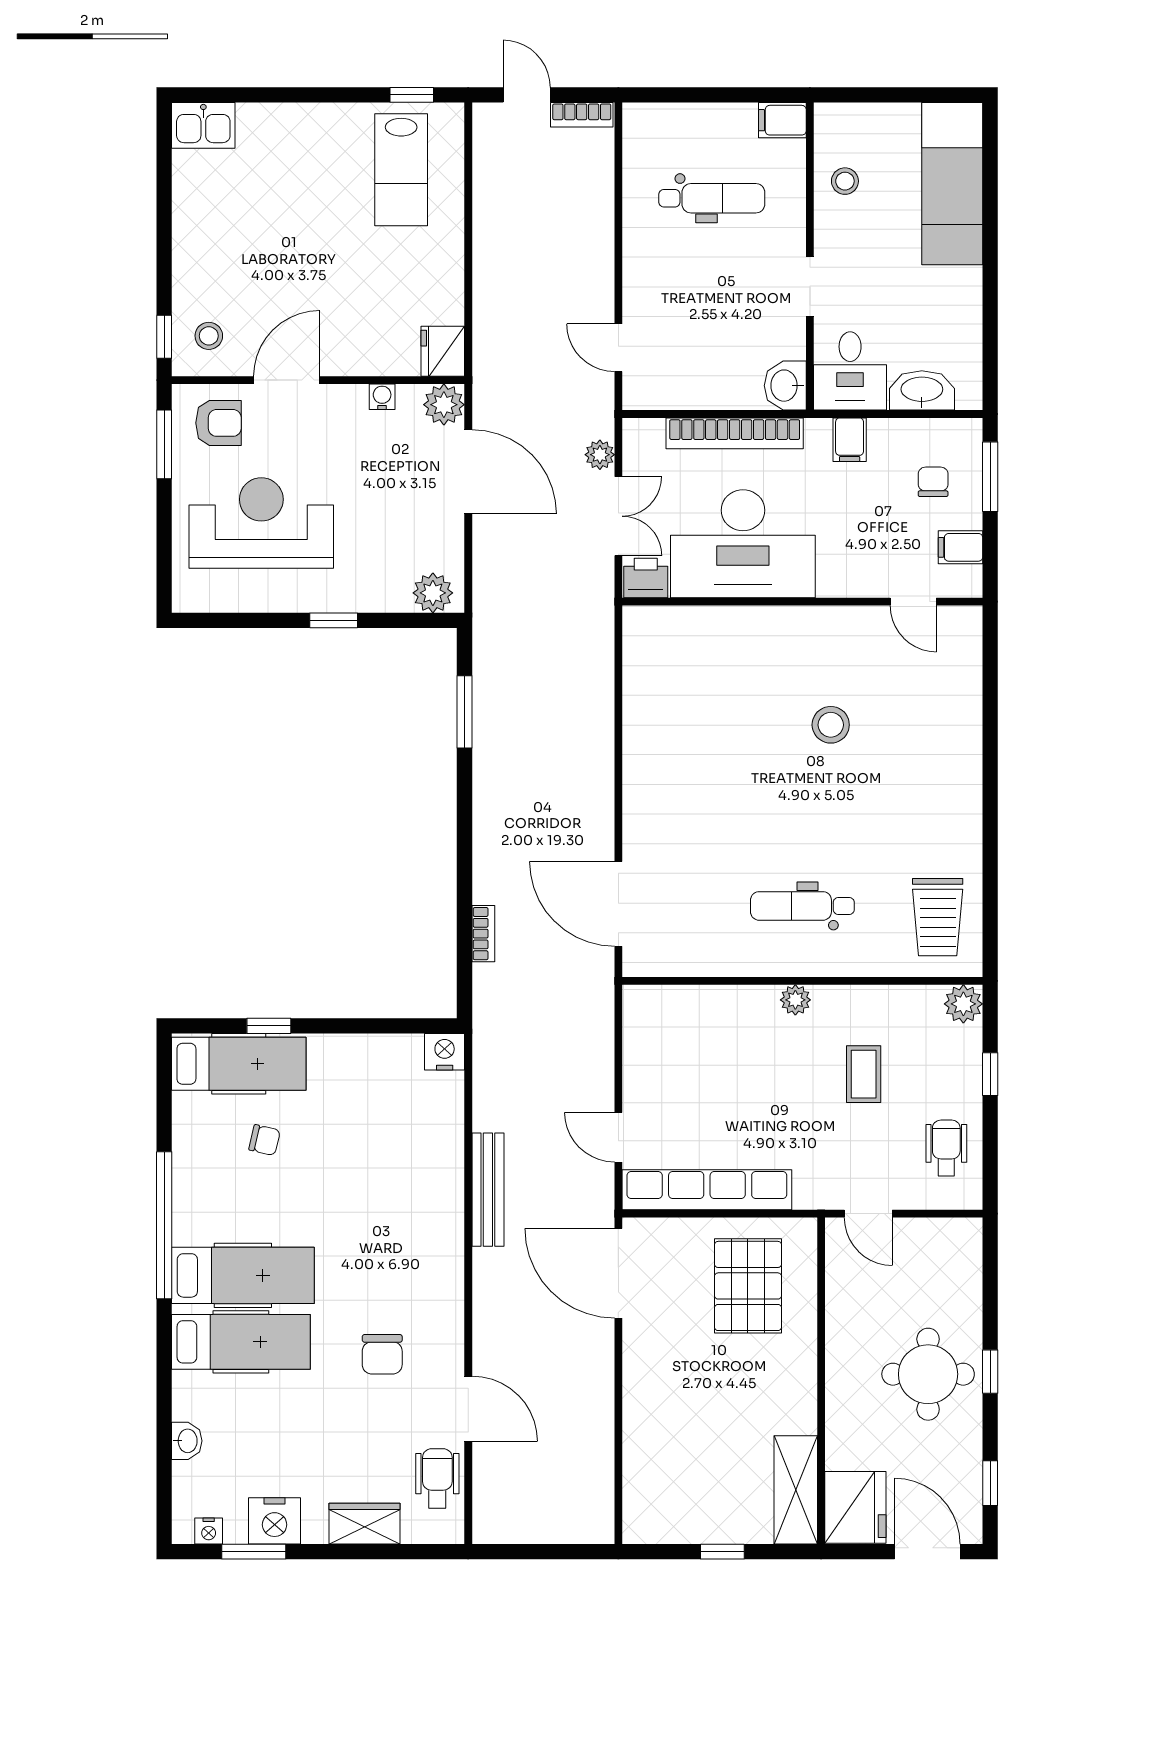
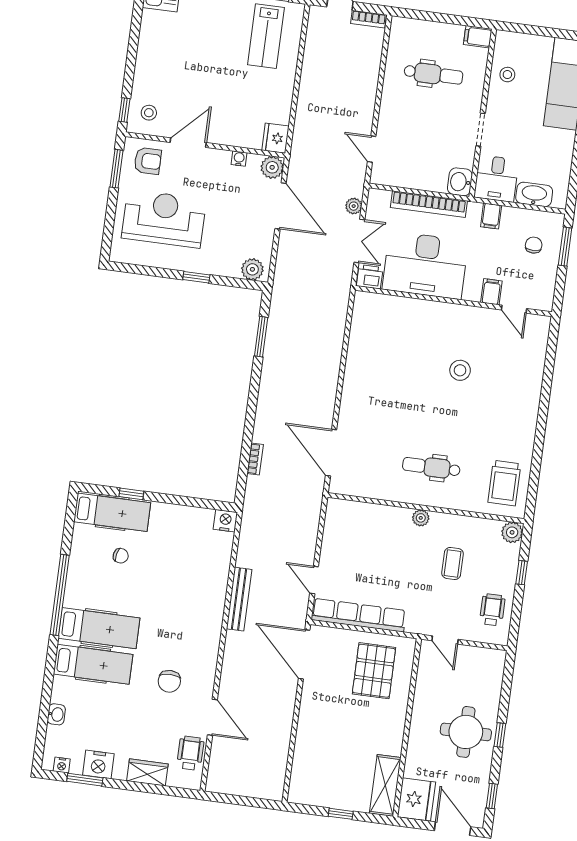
filing cabinet: (960, 547) -> (491, 292), moved, turned 90

